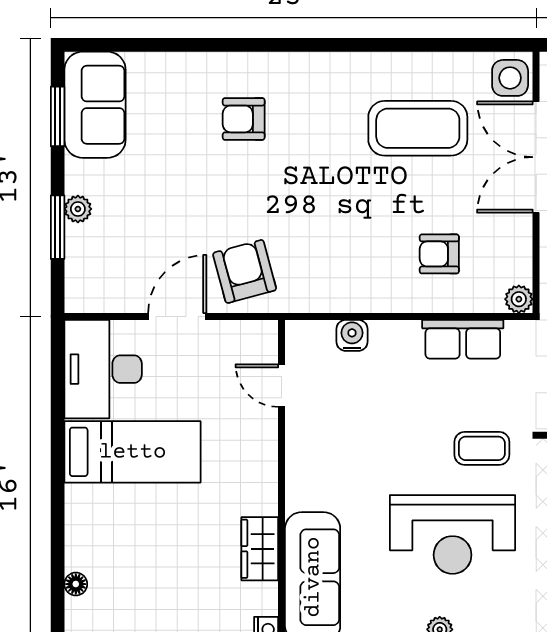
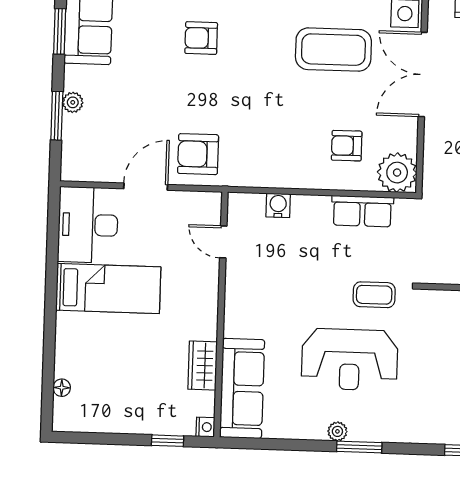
armchair: (245, 271) -> (198, 154), turned -75
plant: (519, 299) -> (397, 173), width x1.87, depth x1.87

